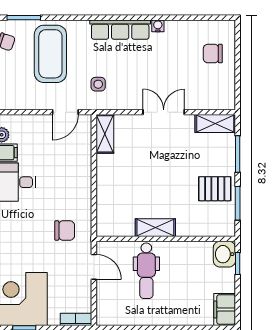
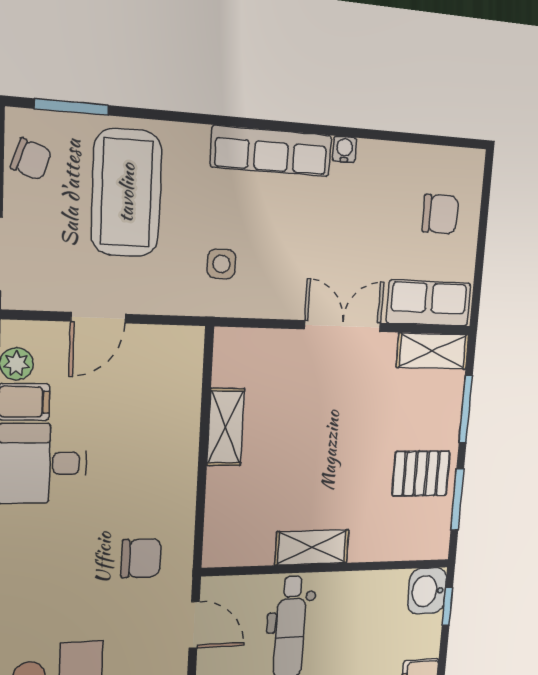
chair: (213, 54) -> (440, 214), turned 180
row of seats: (211, 99) -> (429, 303), added
door: (65, 112) -> (98, 318), moved
shelving: (105, 134) -> (226, 427), moved

